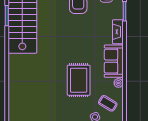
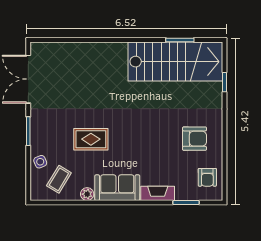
rug: (79, 80) -> (91, 139), width x0.73, depth x0.70

